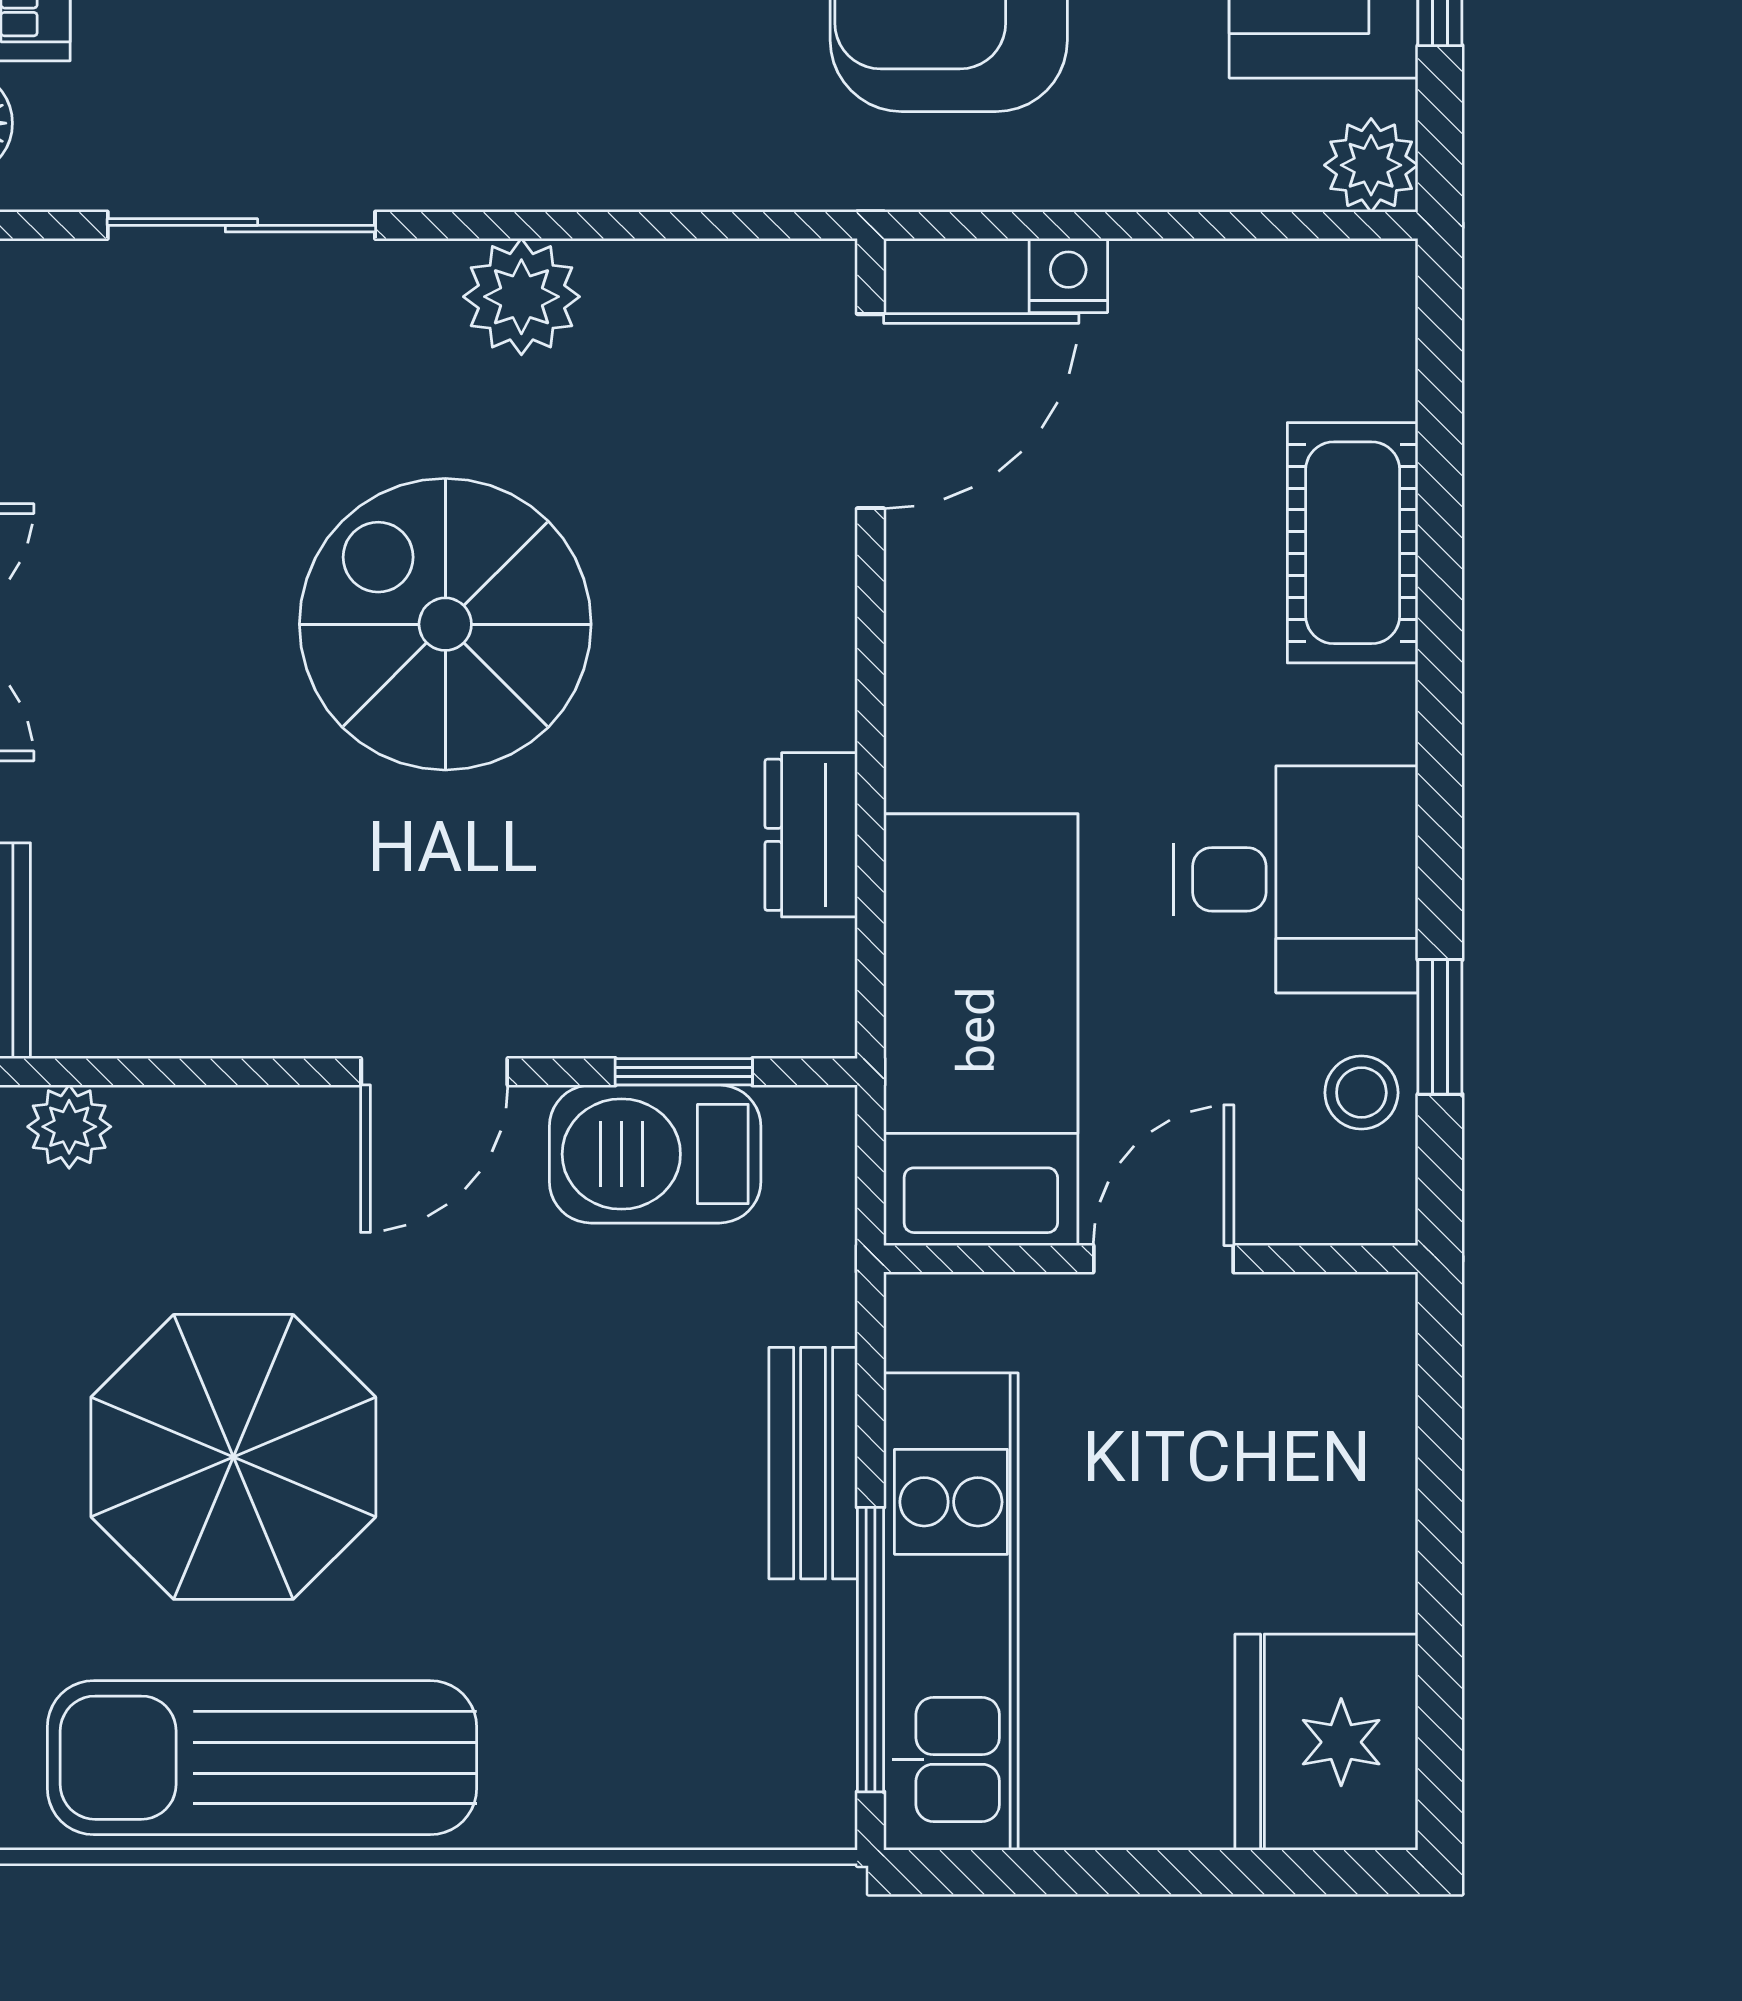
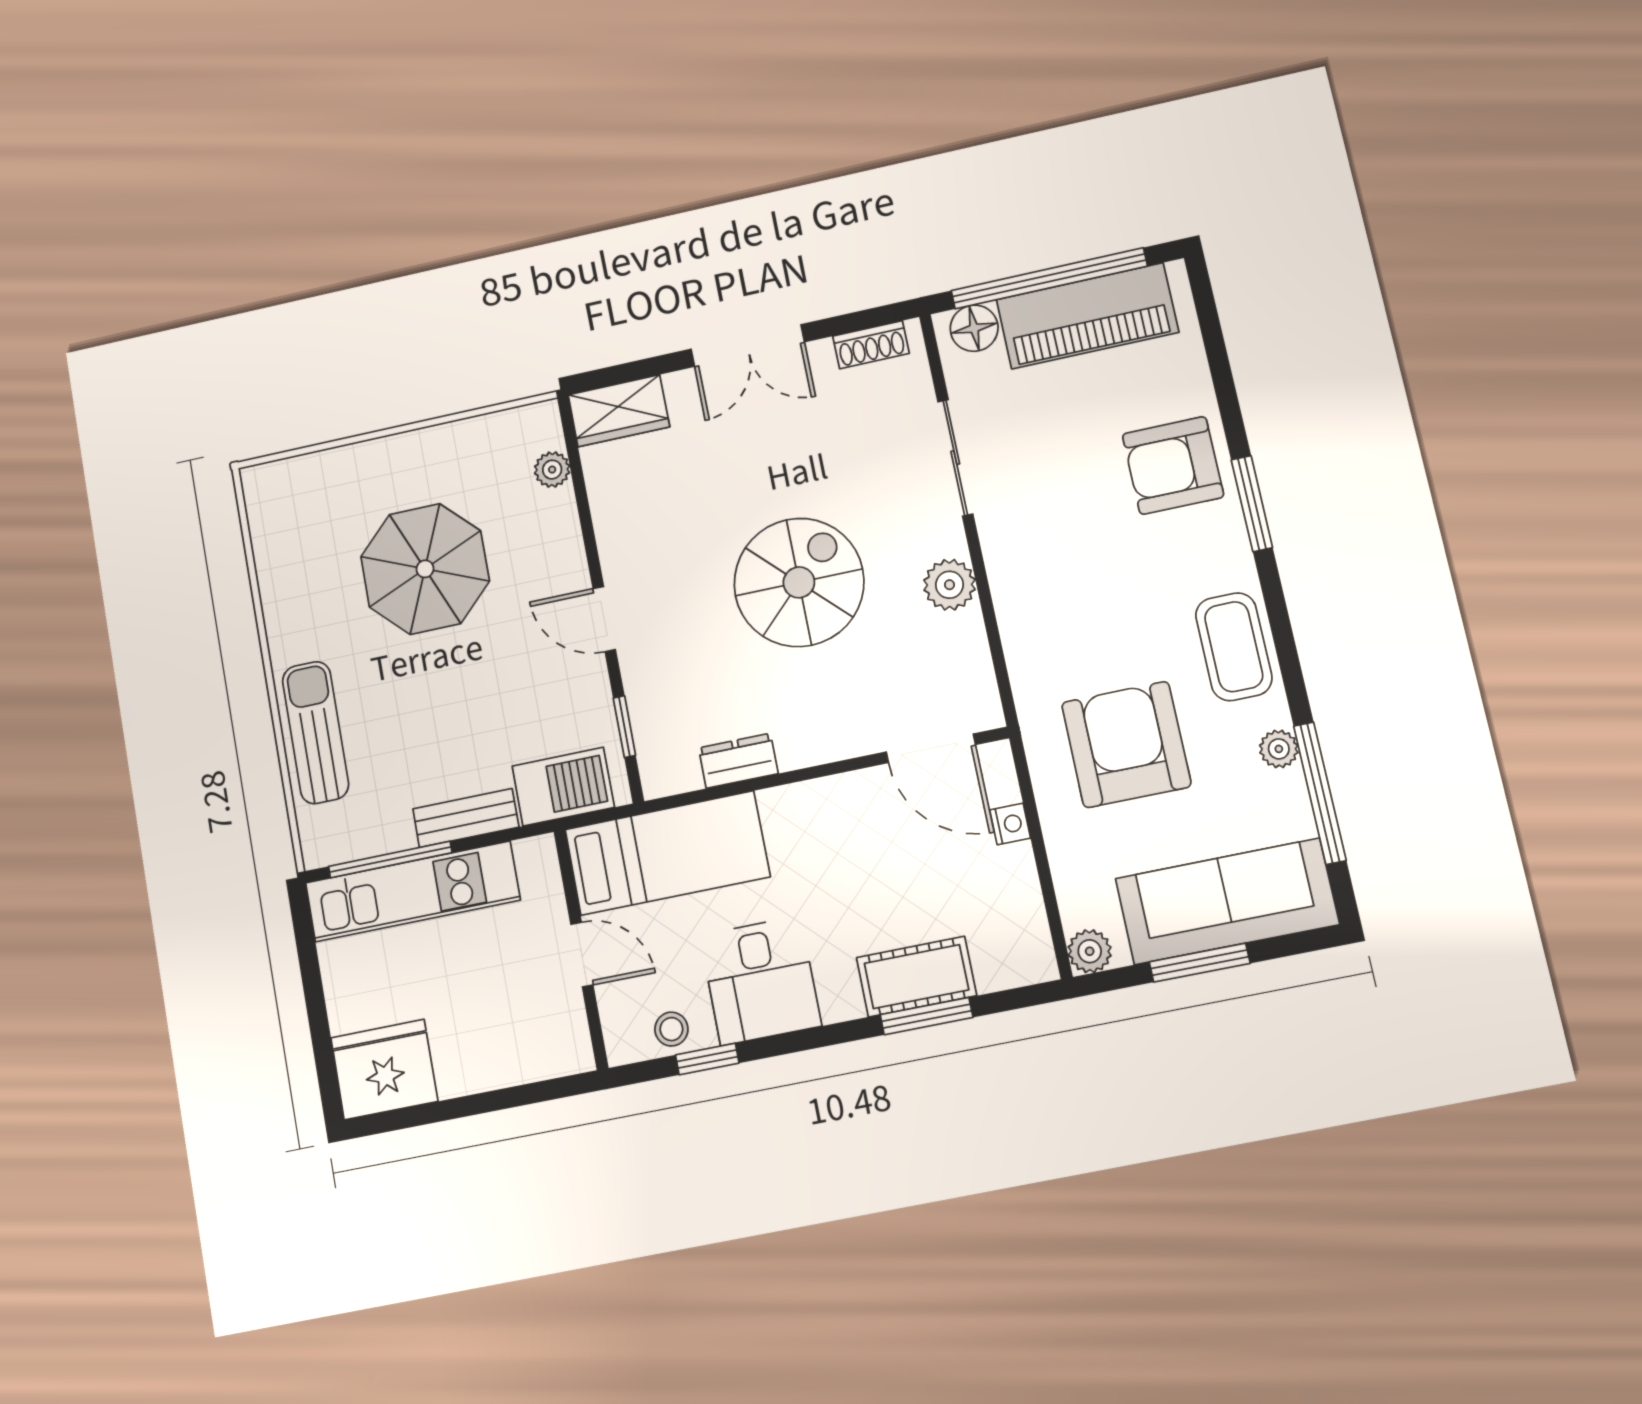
window: (1440, 538) -> (927, 1016), added
barbecue: (655, 1154) -> (563, 787), moved, turned 90
sun lounger: (262, 1758) -> (315, 732), moved, width x0.73, depth x0.75

